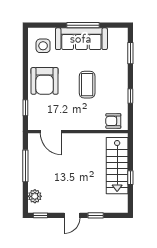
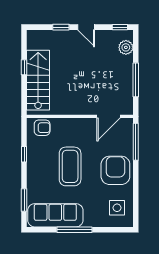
sofa: (81, 39) -> (55, 215), moved
coffee table: (87, 85) -> (70, 166), width x1.36, depth x1.32
window: (25, 108) -> (136, 142), width x2.17
door: (51, 132) -> (108, 116), swing flipped
door: (72, 215) -> (86, 27), swing flipped

